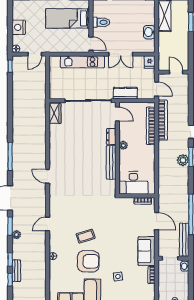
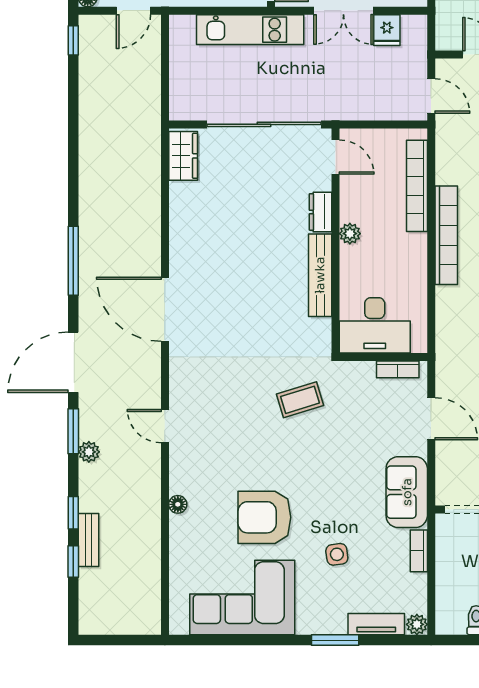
fridge: (150, 62) -> (387, 30), moved
kitchen counter: (125, 93) -> (355, 106), removed
bookcase: (163, 120) -> (446, 235), moved
door: (48, 176) -> (165, 309), width x1.88
door: (48, 224) -> (165, 426), hinge flipped
coffee table: (86, 236) -> (300, 400), moved
armchair: (88, 261) -> (264, 517), turned 180

